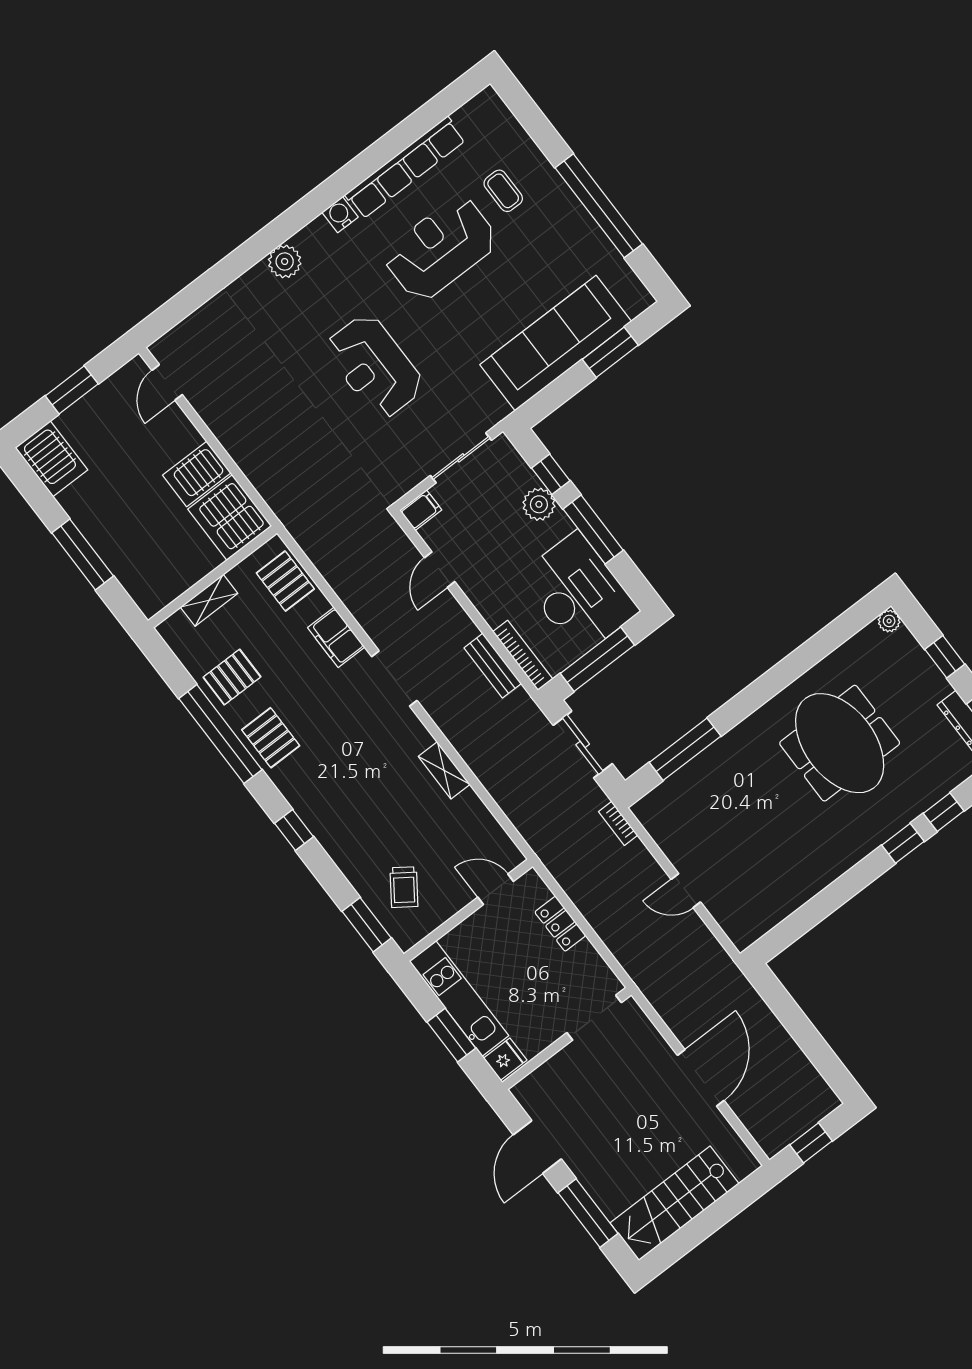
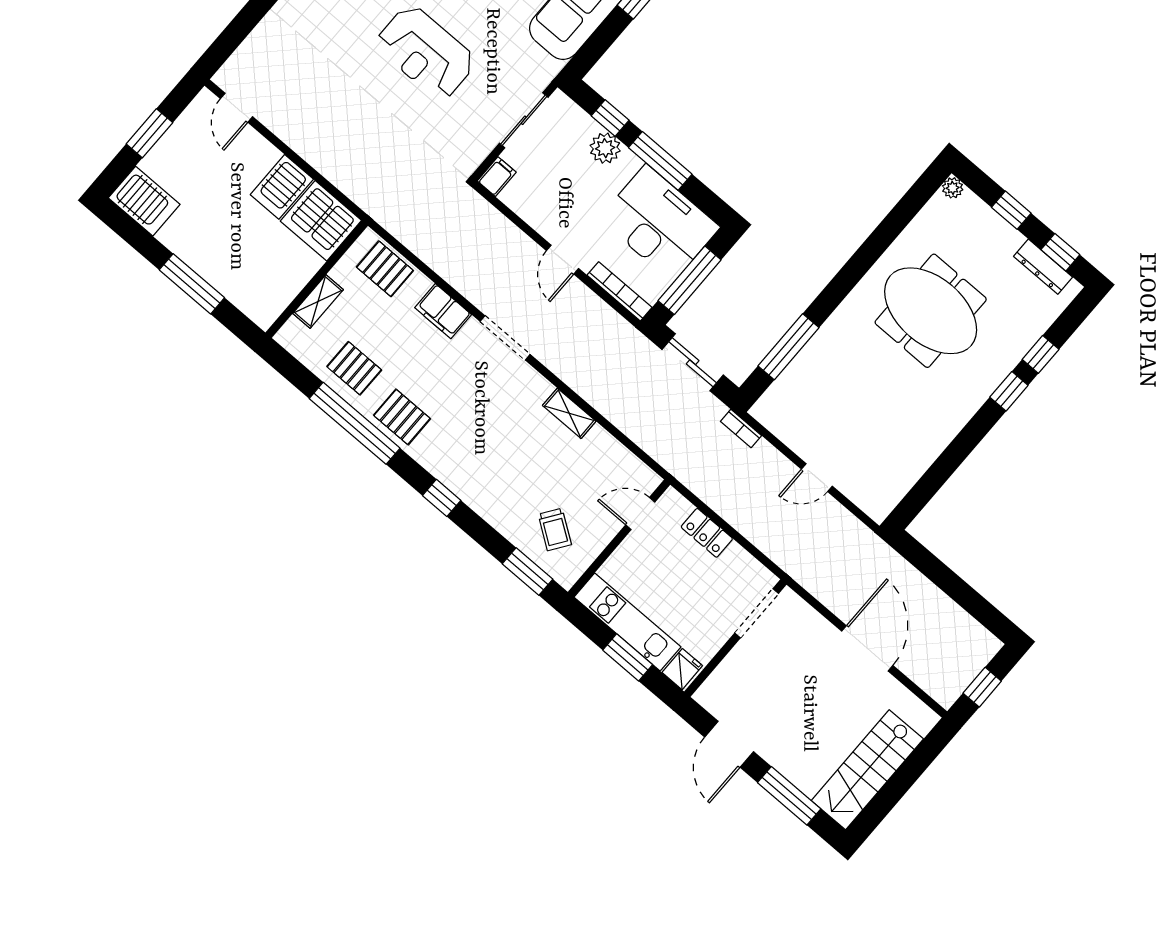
door: (440, 570) -> (563, 260), moved
bench: (493, 666) -> (594, 307), removed
pallet: (232, 677) -> (354, 368), turned 90

